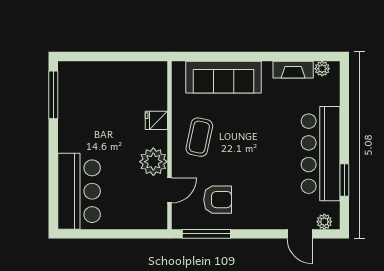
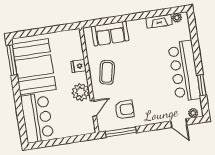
sofa: (224, 77) -> (110, 34), width x0.73
booth: (87, 111) -> (34, 67), added

